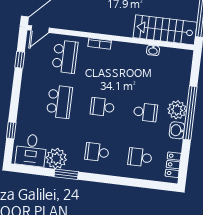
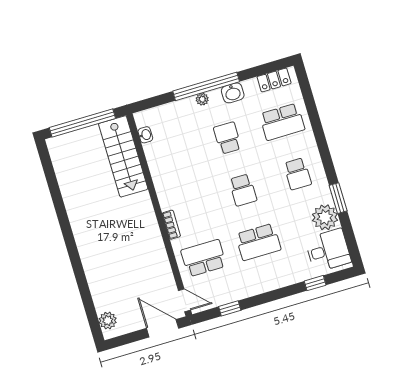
washbasin: (153, 50) -> (145, 135), moved
school desk: (59, 102) -> (258, 242), turned 180
plant: (177, 110) -> (202, 99), width x0.53, depth x0.53
school desk: (140, 157) -> (282, 122), width x1.85

